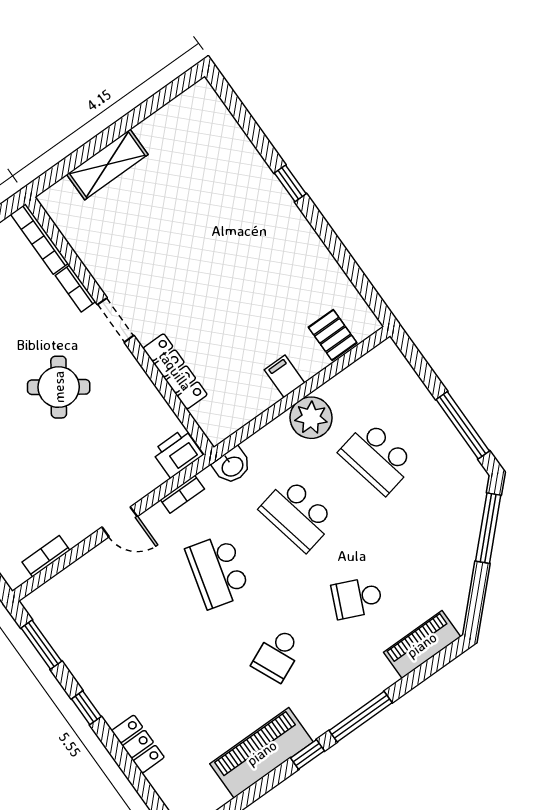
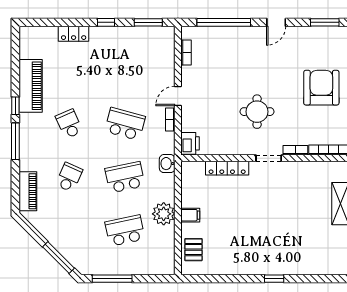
pallet: (333, 335) -> (193, 250), turned 90
round table: (59, 387) -> (257, 112), turned -35
bookcase: (182, 494) -> (170, 120), moved

